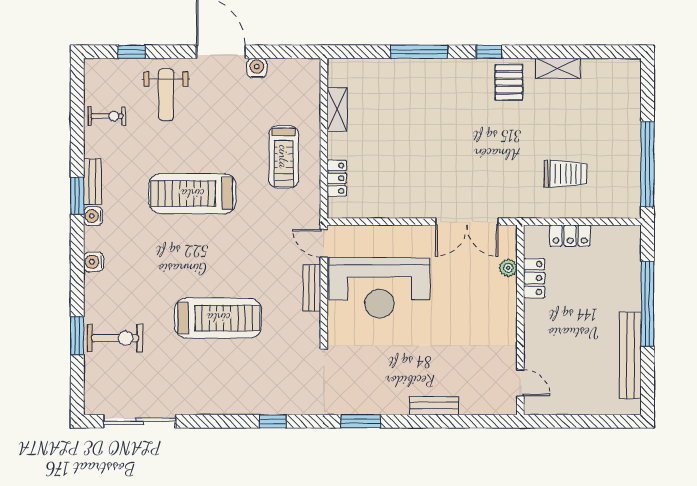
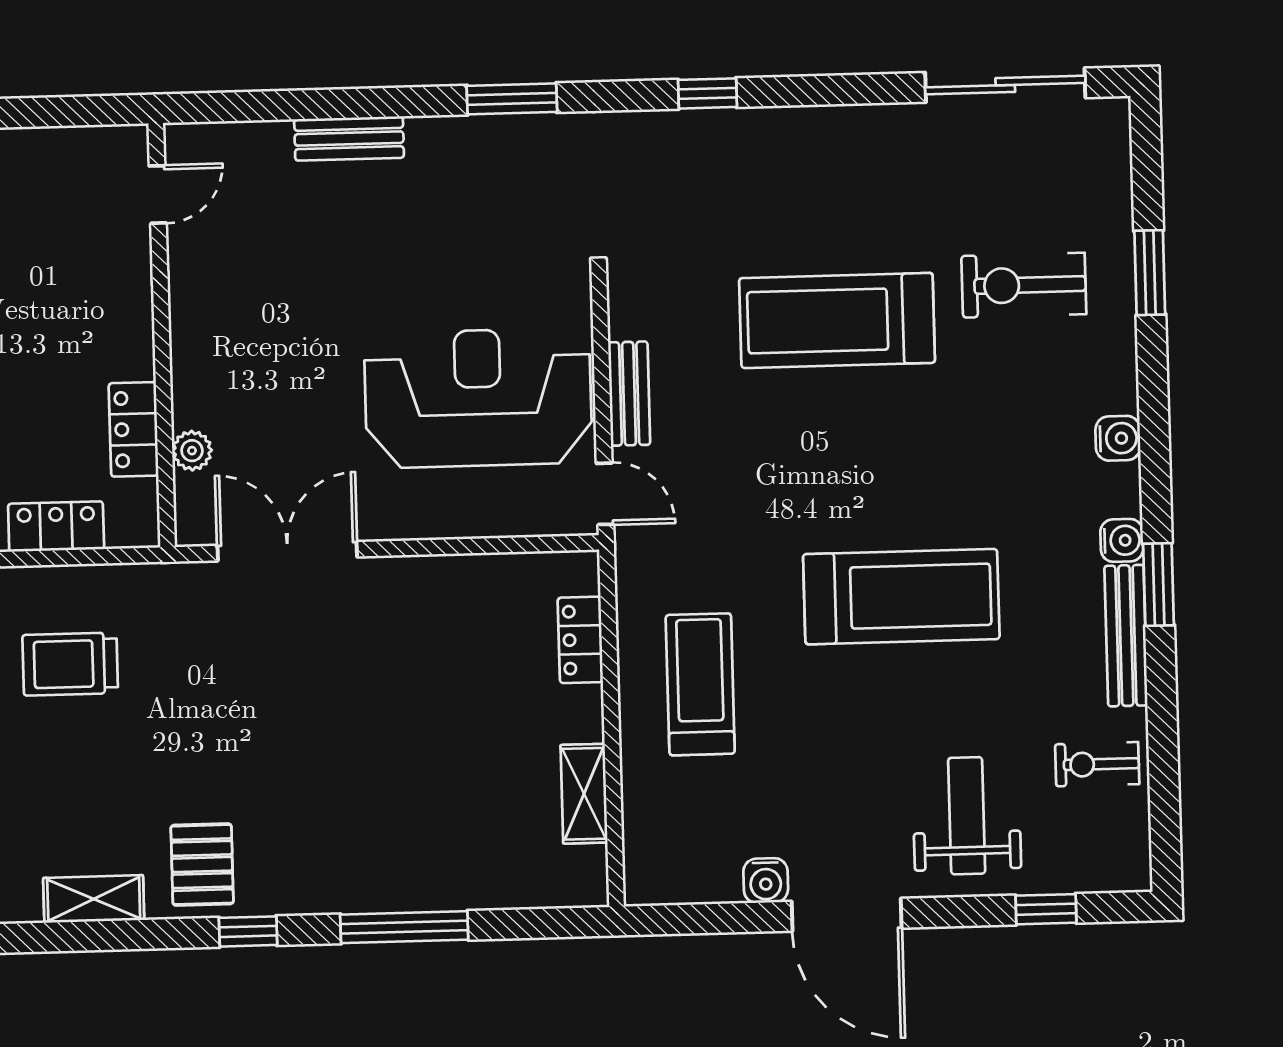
bench: (92, 182) -> (1126, 636), width x1.36
exercise bike: (115, 338) -> (1024, 285), moved
door: (520, 383) -> (158, 194), swing flipped

